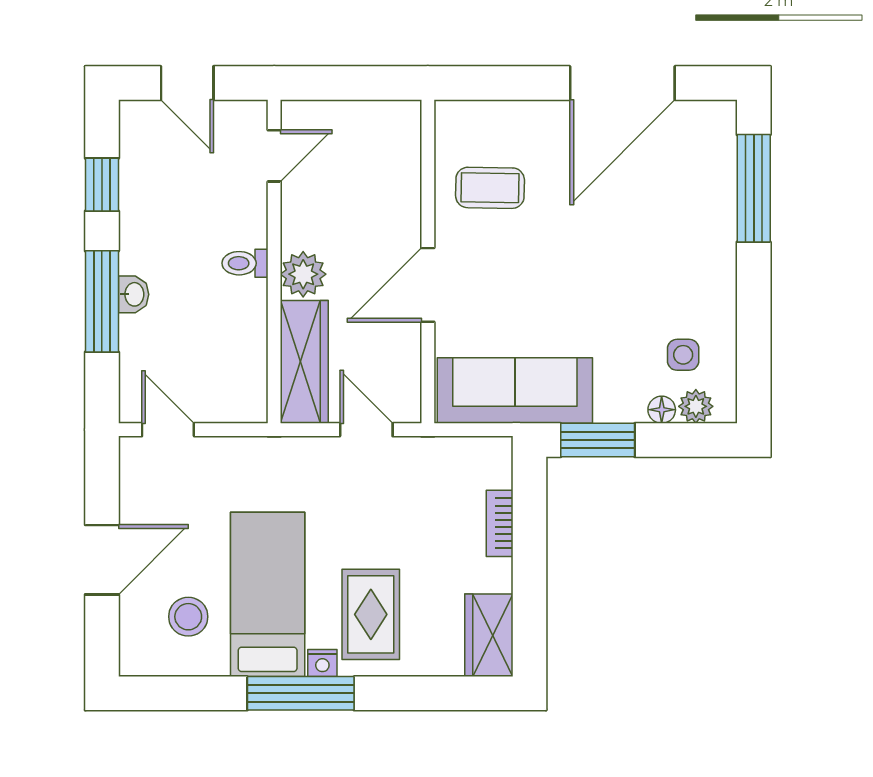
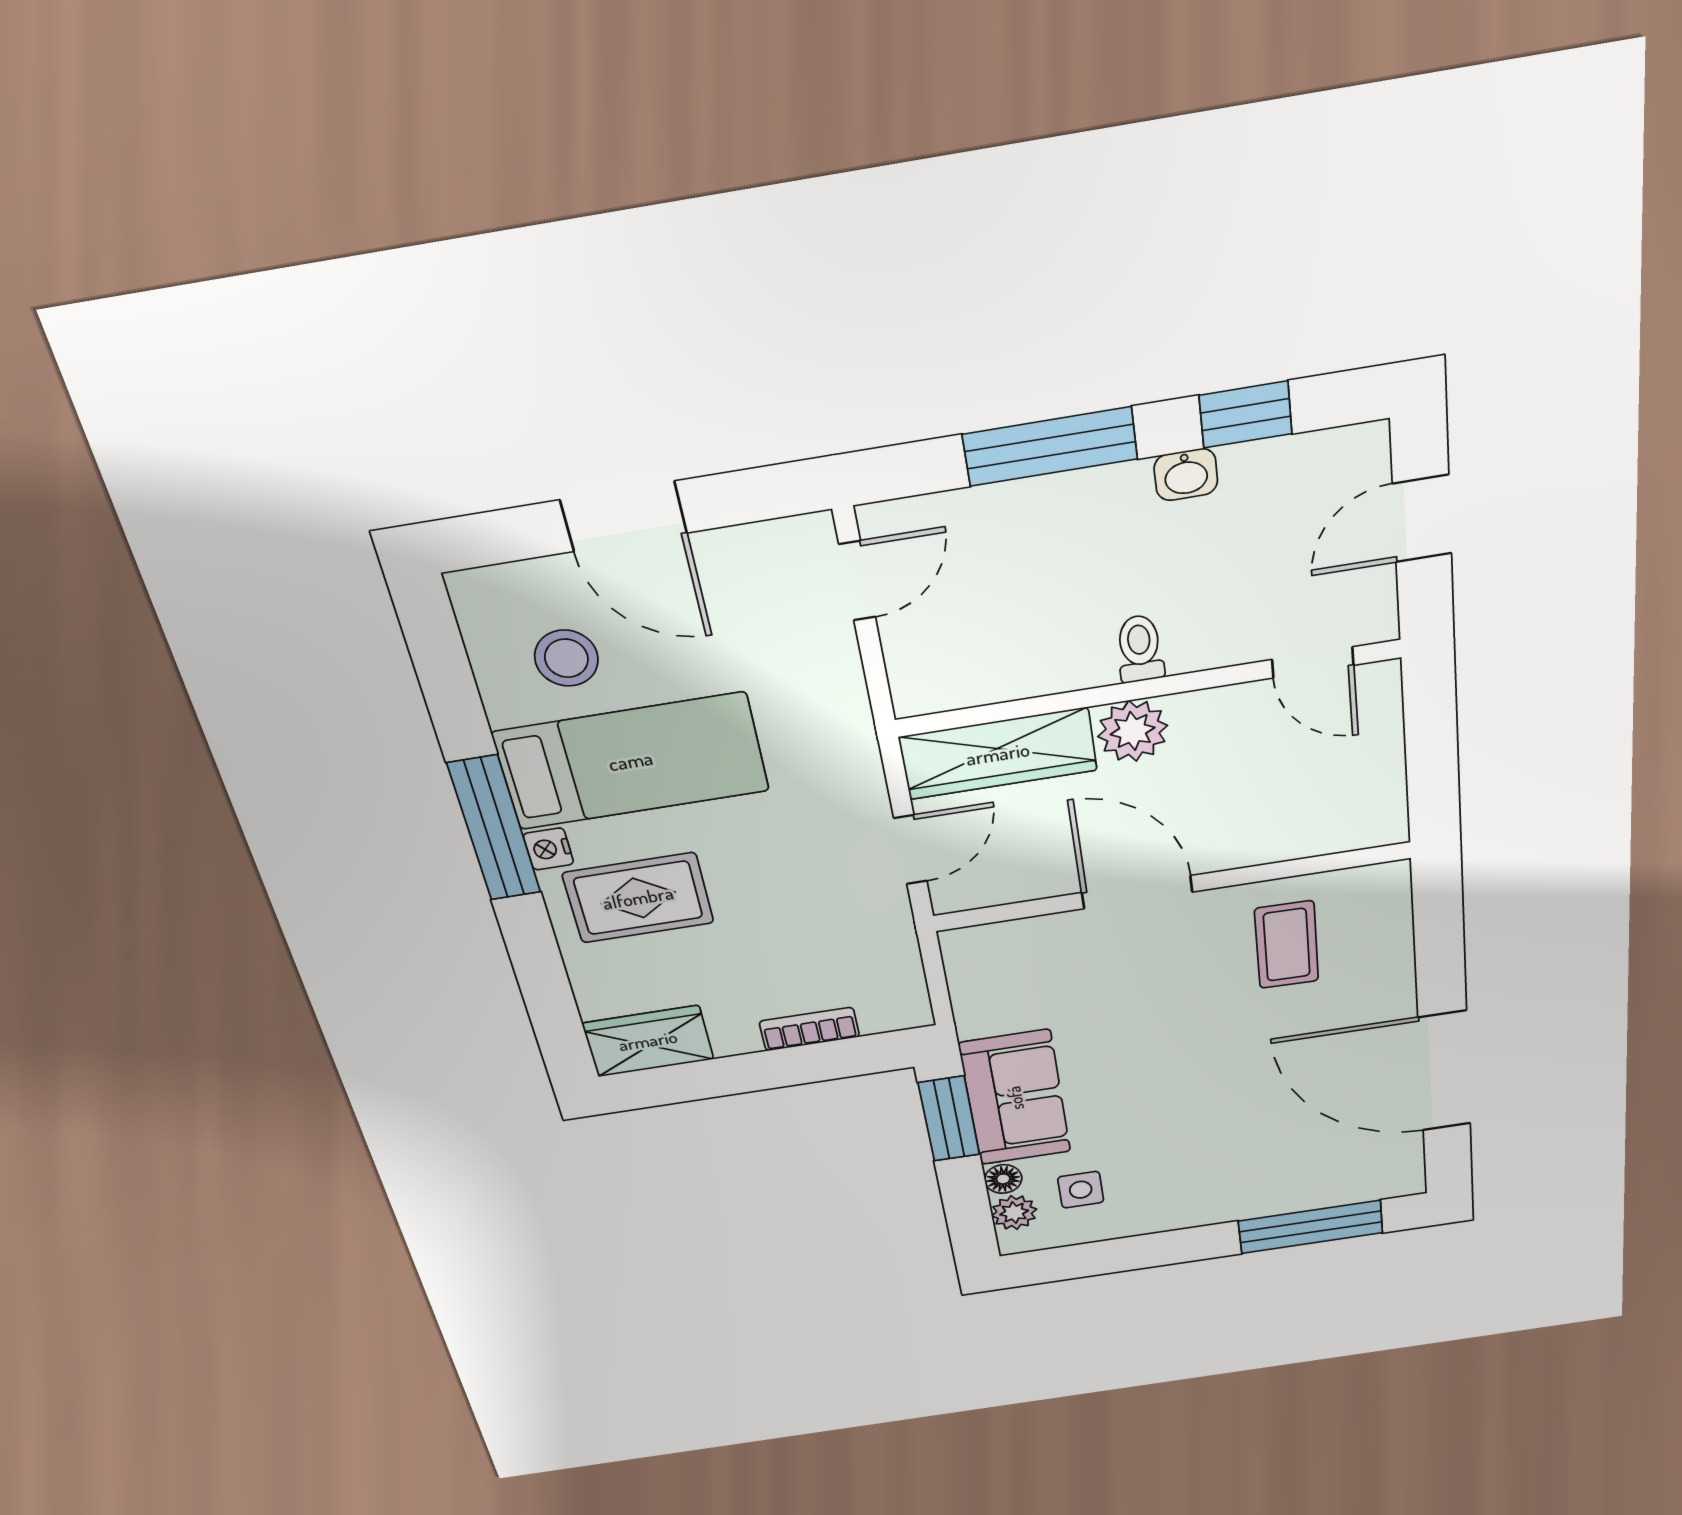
washbasin: (134, 294) -> (1186, 475), moved
sofa: (515, 391) -> (1015, 1098), moved, width x0.73

